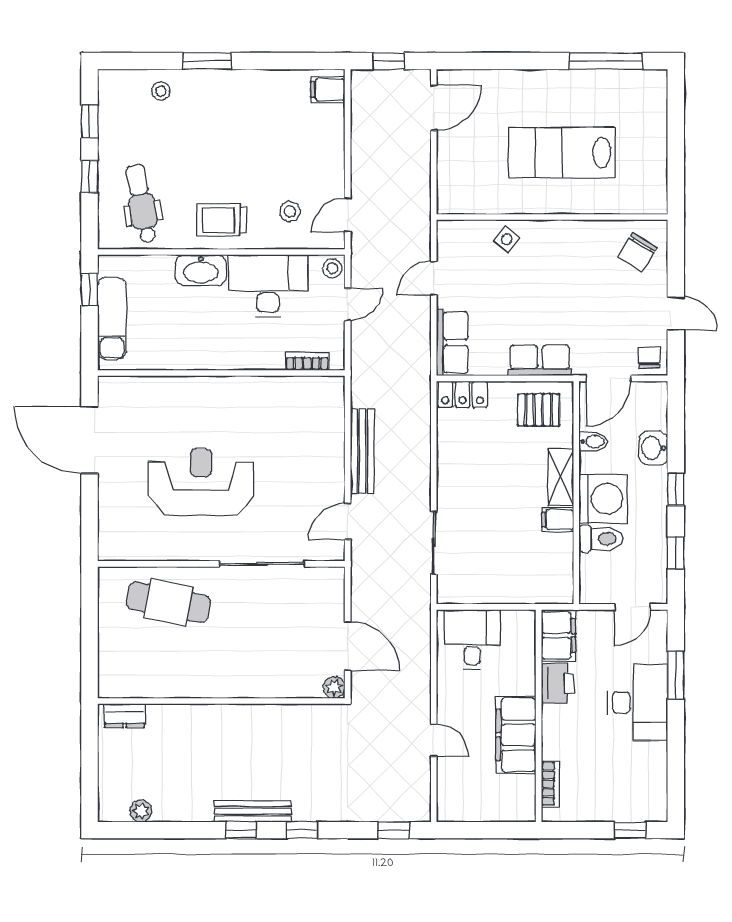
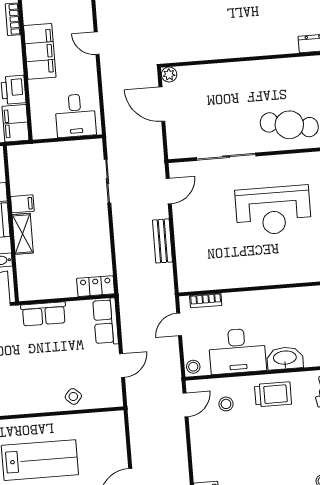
door: (348, 304) -> (179, 325), moved
pallet: (539, 410) -> (42, 279), removed
bench: (362, 451) -> (162, 241), width x0.73

